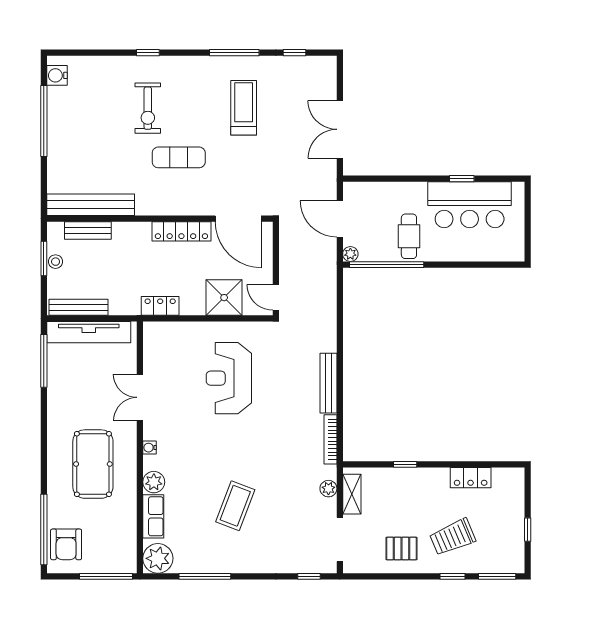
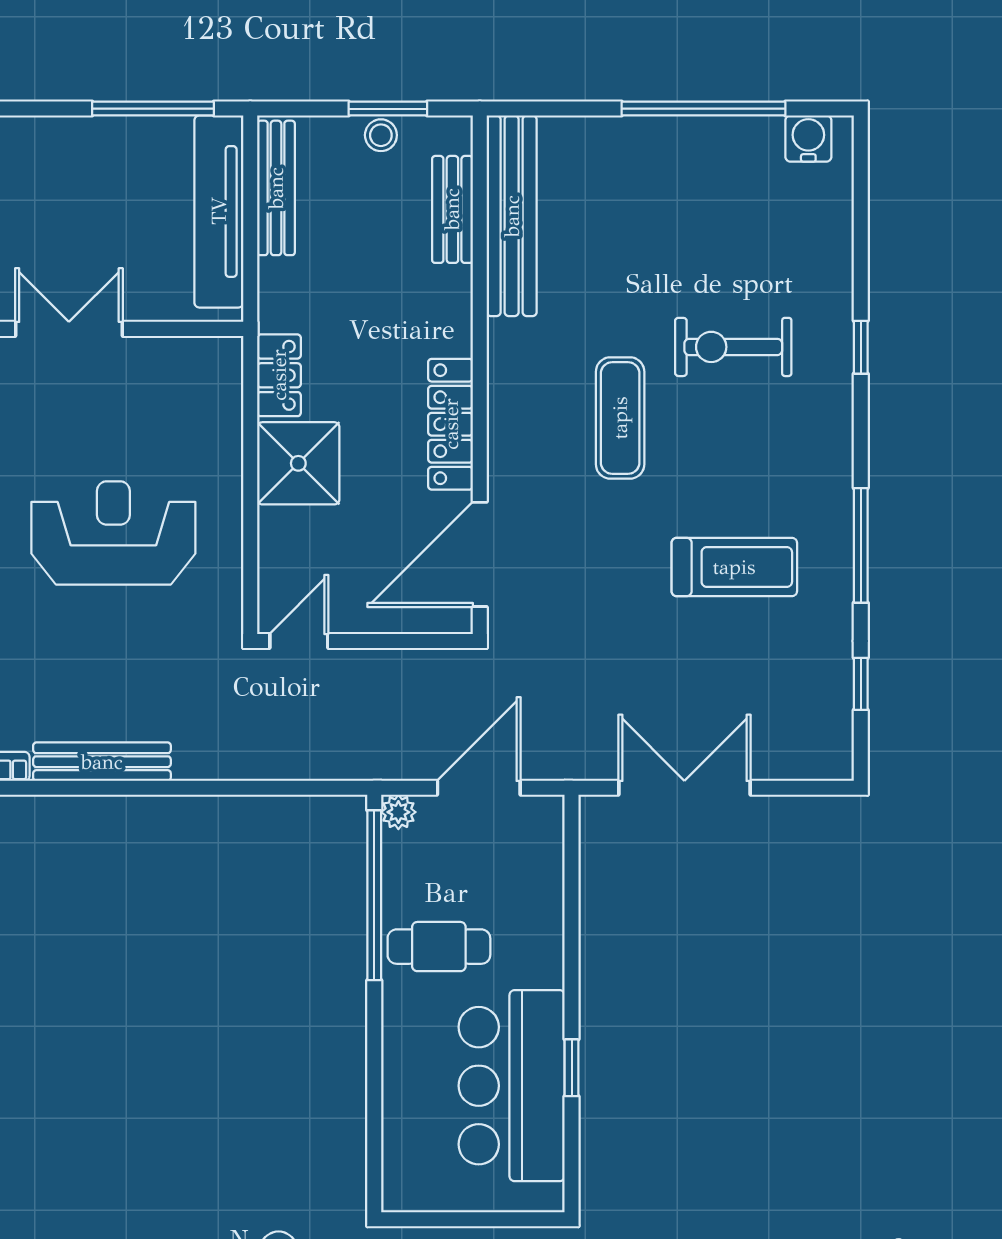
shower: (224, 298) -> (298, 463), moved

